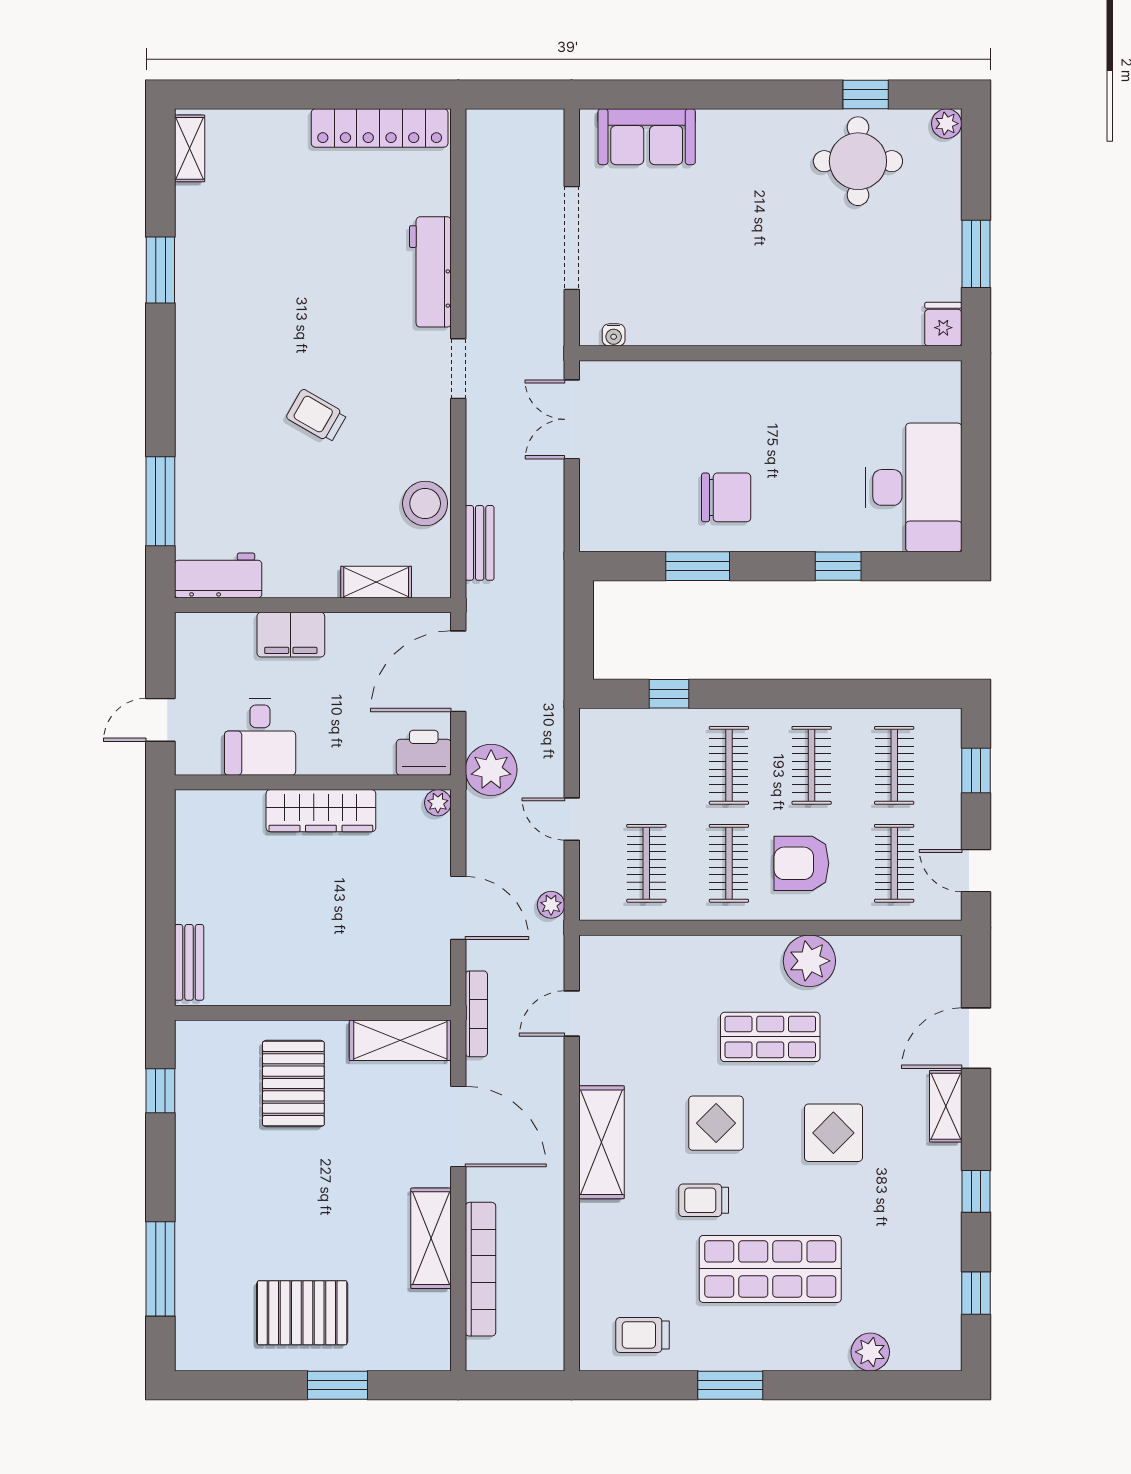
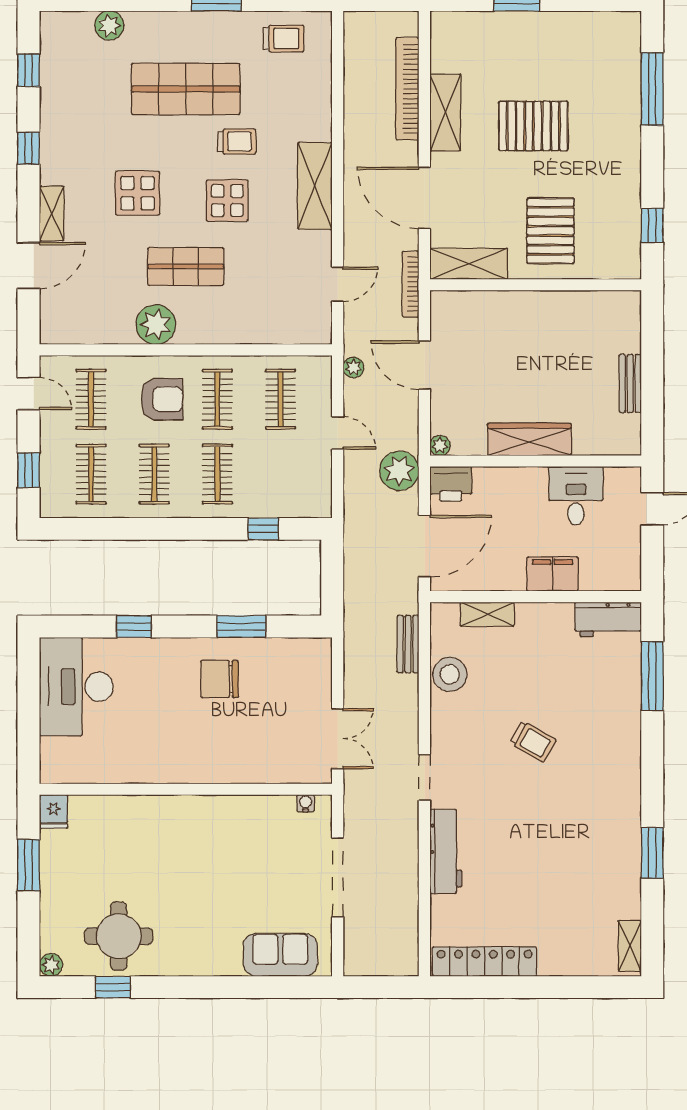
bench: (189, 962) -> (630, 384), moved
pallet: (302, 1313) -> (533, 126), moved

